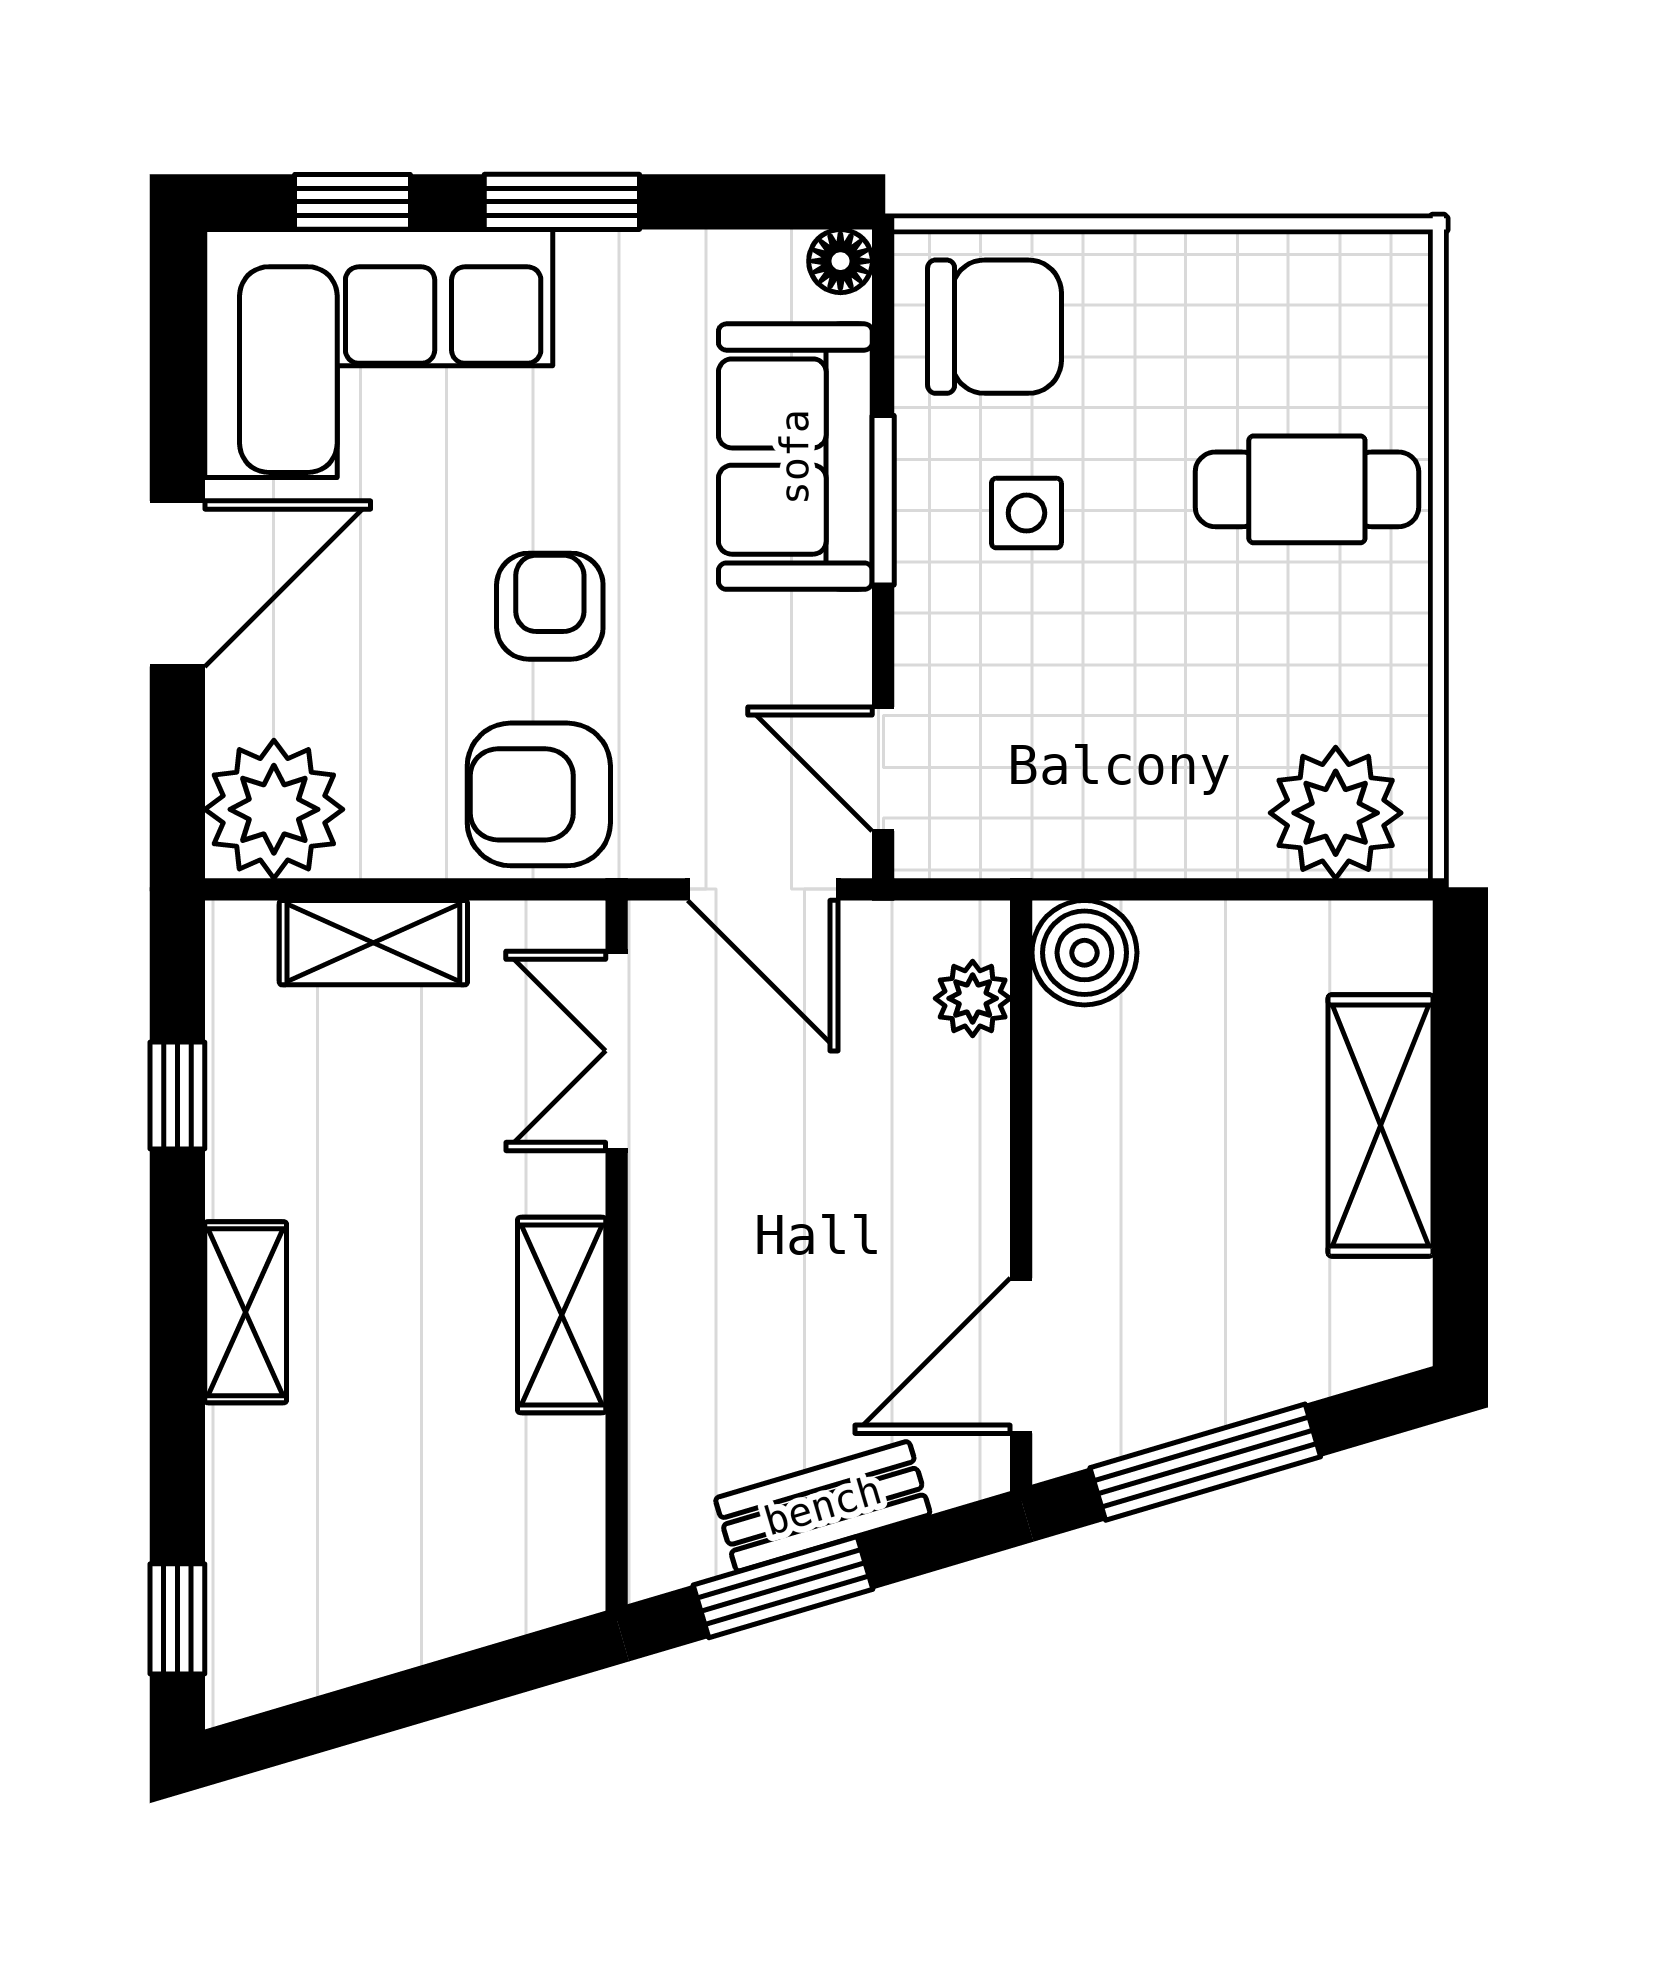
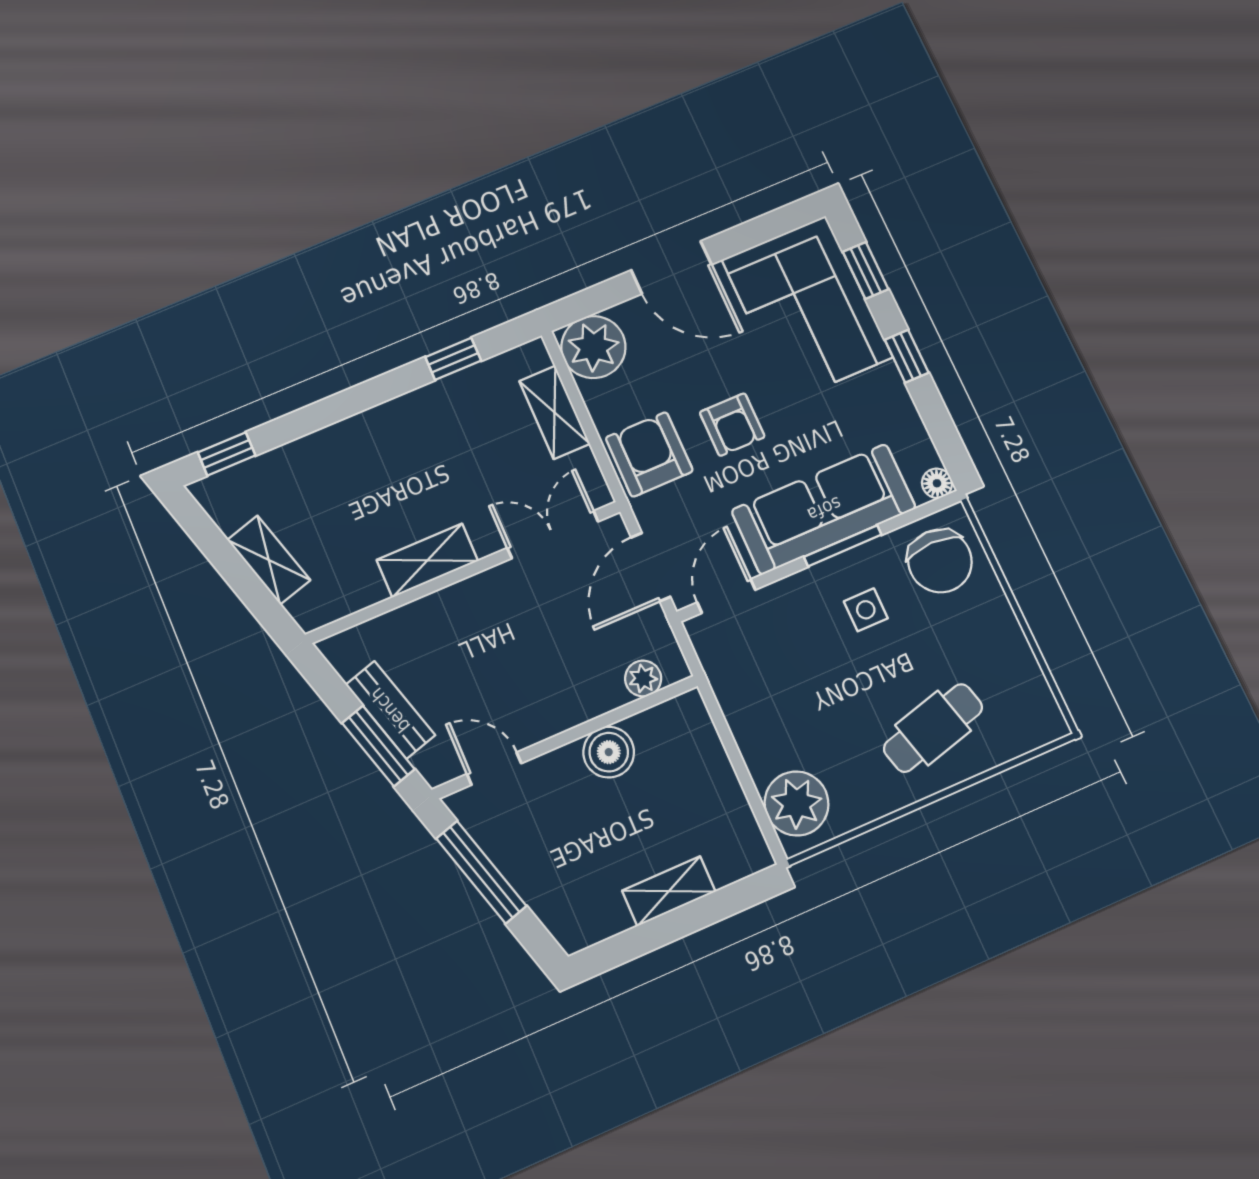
window: (562, 202) -> (907, 356), width x0.67
sofa: (795, 457) -> (824, 509), width x1.36
cafe table: (1307, 489) -> (933, 728), turned 75
armchair: (550, 606) -> (732, 425), turned 90
boiler: (1084, 953) -> (609, 752), moved
shelving: (1380, 1125) -> (669, 891), width x0.67, depth x0.75
shelving: (246, 1312) -> (269, 560), moved, turned 74
door: (1021, 1356) -> (494, 769), width x0.73
window: (783, 1587) -> (378, 746), moved

